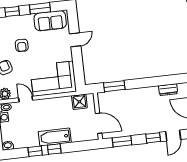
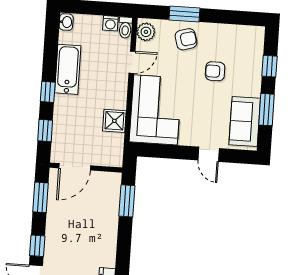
shower: (79, 102) -> (114, 121), moved
bathtub: (55, 137) -> (68, 69), moved
window: (35, 151) -> (45, 130), moved

